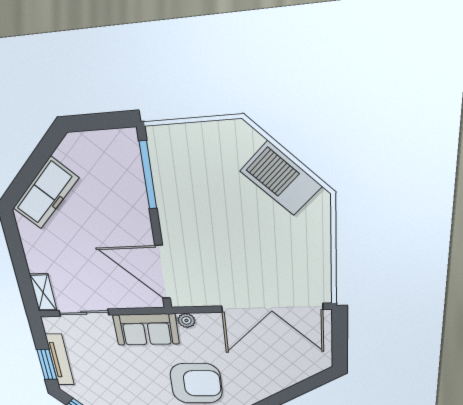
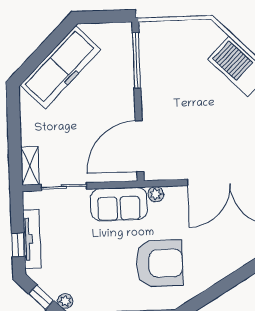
freezer: (46, 193) -> (60, 67), width x1.36, depth x1.26
door: (163, 272) -> (140, 146), hinge flipped
window: (47, 365) -> (18, 245), width x0.67

